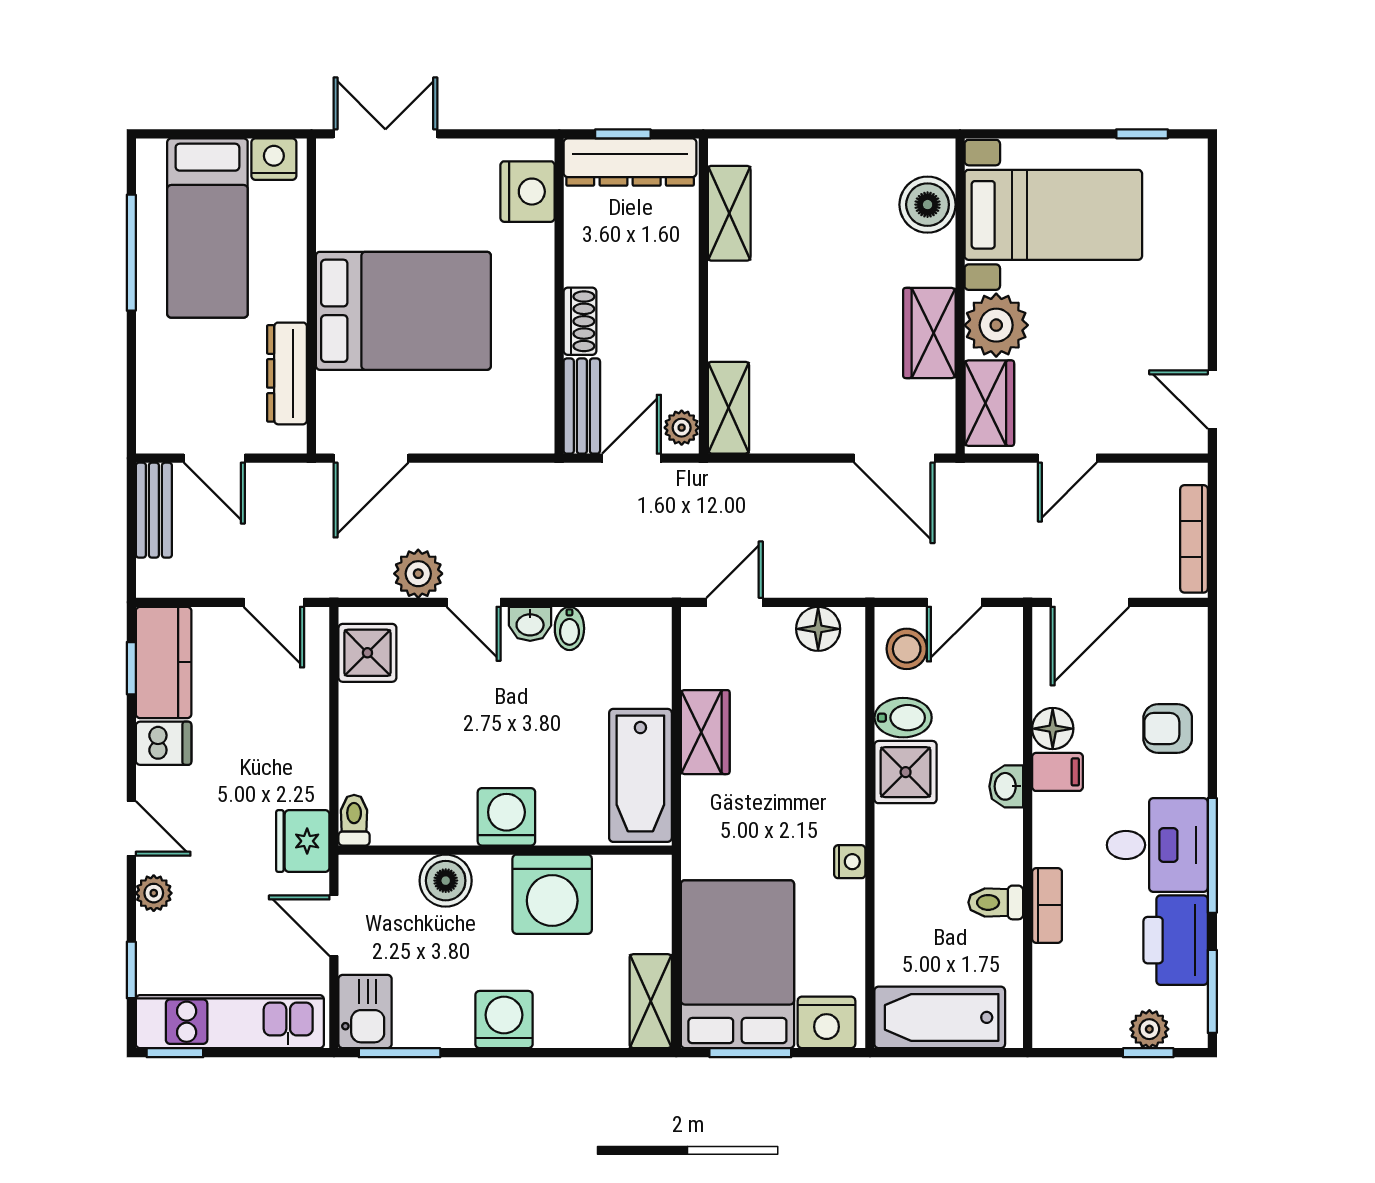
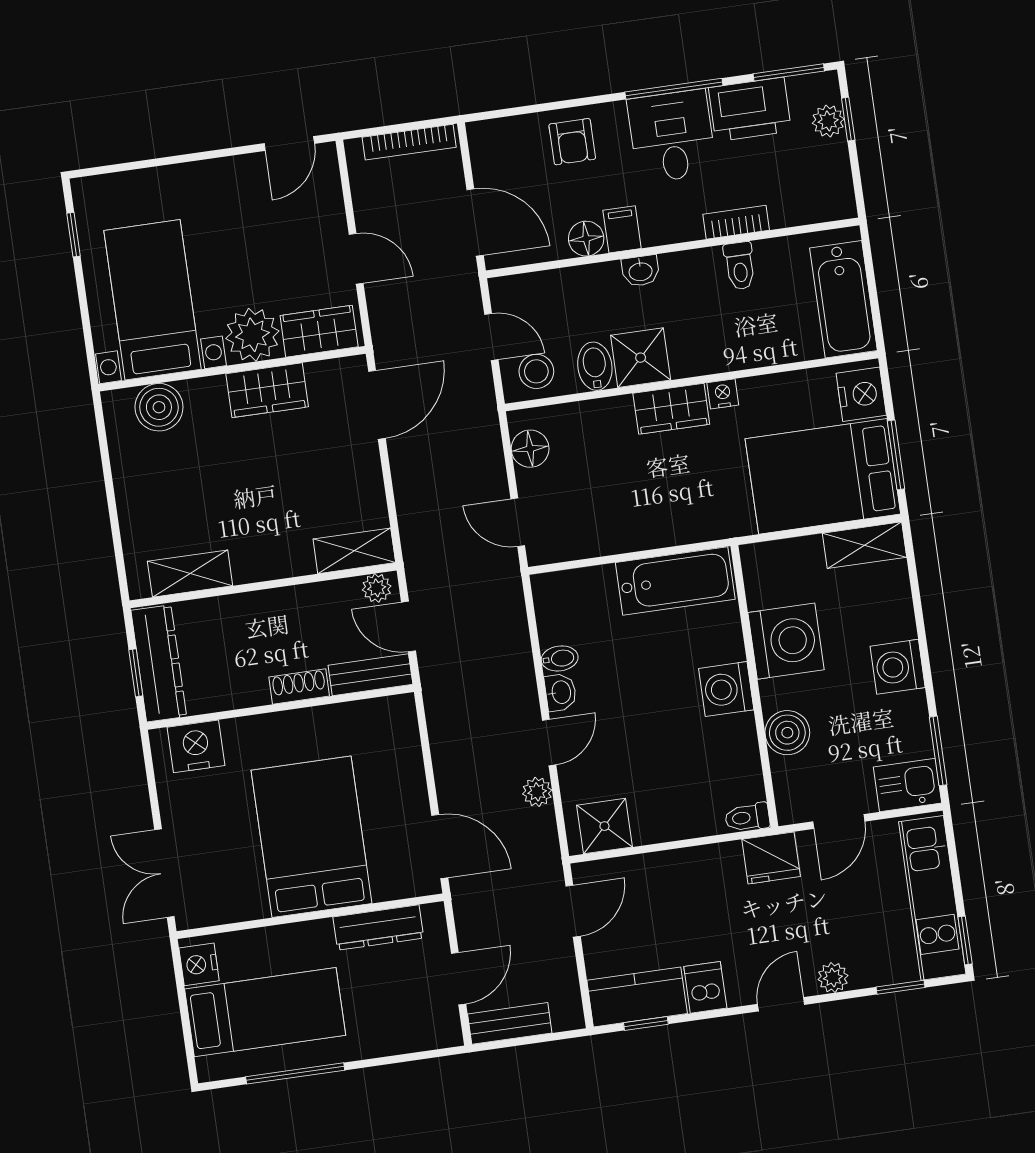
plant: (418, 574) -> (537, 792), width x0.73, depth x0.73
wardrobe: (705, 732) -> (671, 409), moved, turned 180

